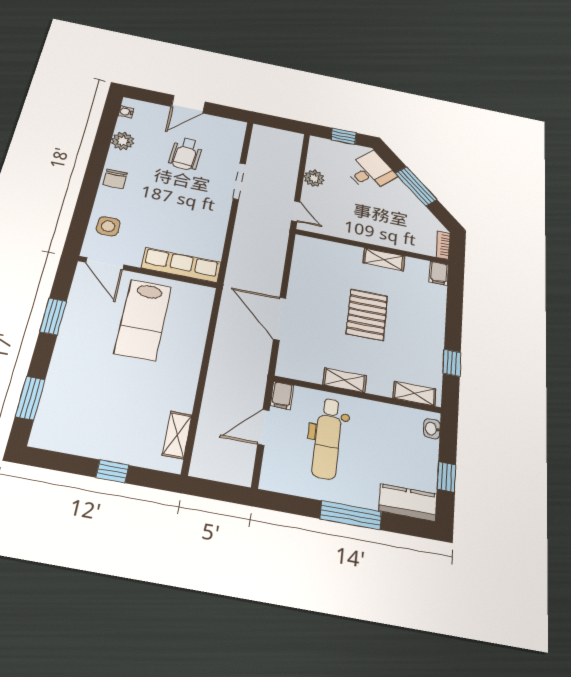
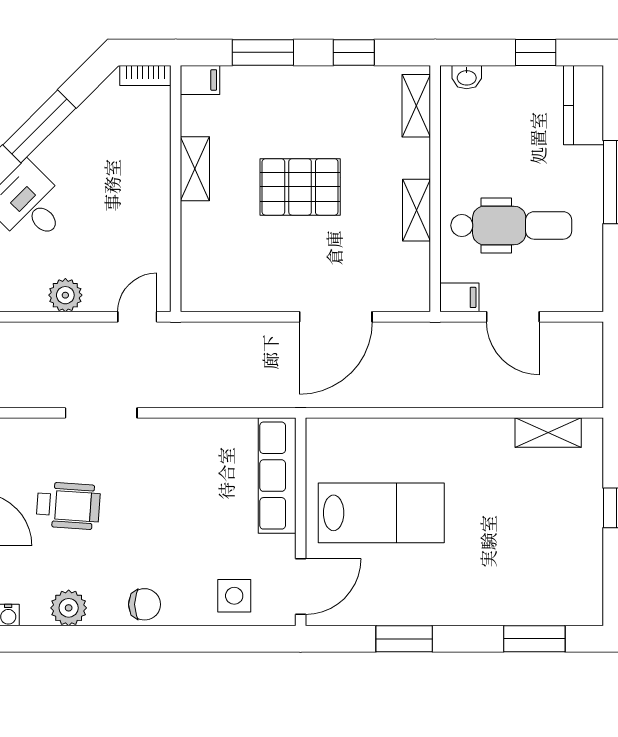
window: (454, 311) -> (263, 52), added

